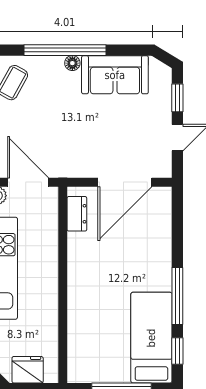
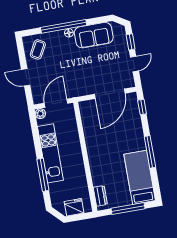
door: (28, 182) -> (56, 103), hinge flipped
dresser: (77, 214) -> (100, 196), moved
window: (177, 351) -> (142, 107), moved

